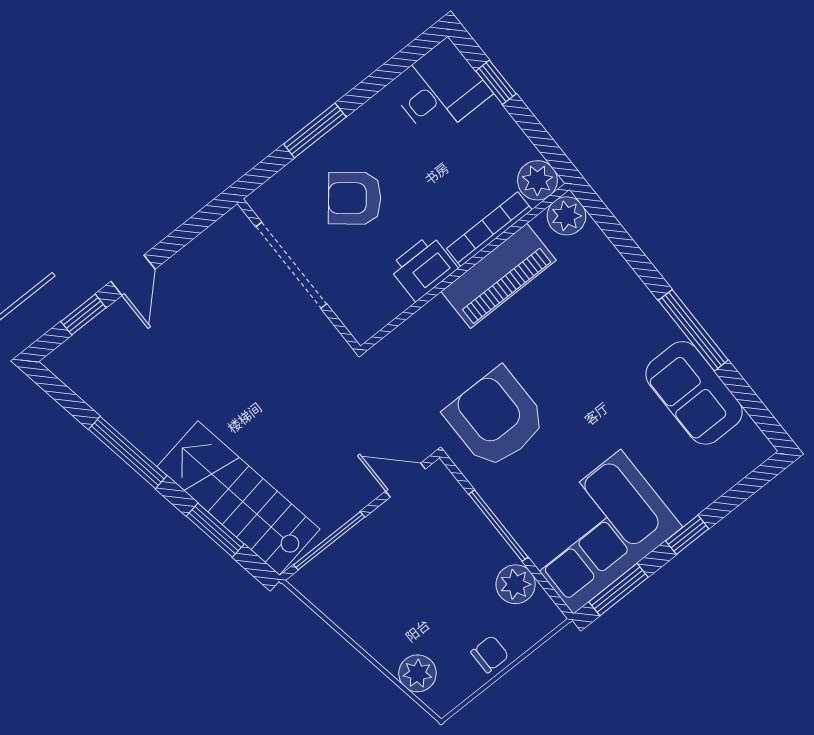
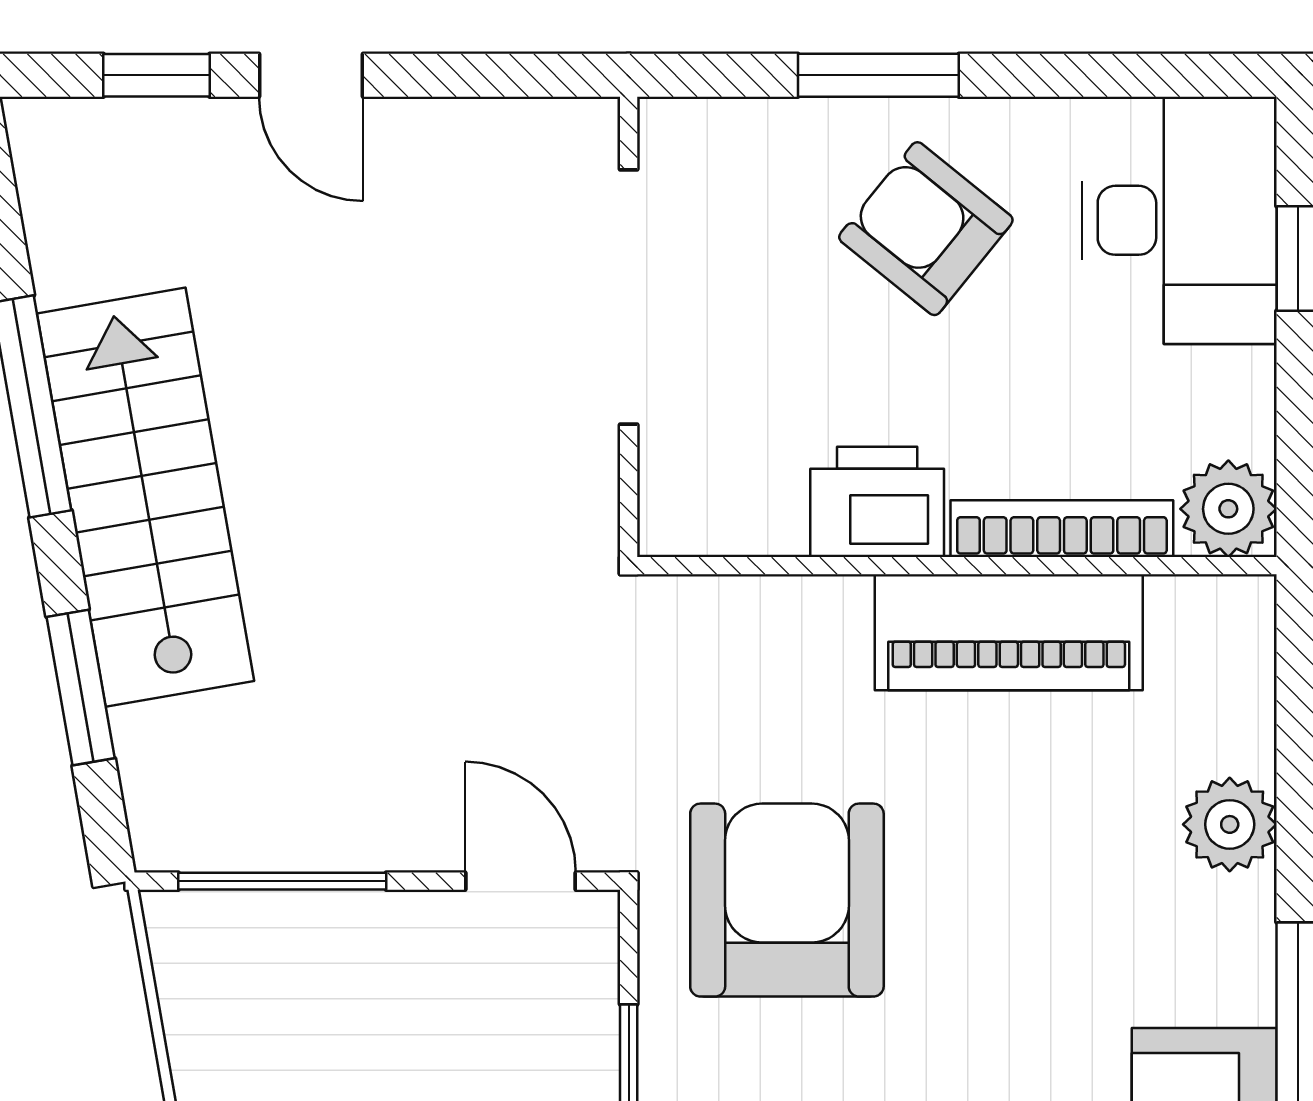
desk: (440, 90) -> (1179, 220), width x1.37
armchair: (355, 198) -> (926, 229), moved
plant: (567, 216) -> (1230, 824), moved
door: (133, 275) -> (311, 75), hinge flipped
stairs: (239, 498) -> (146, 497), moved

